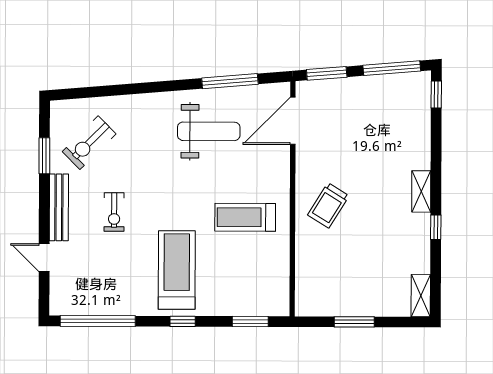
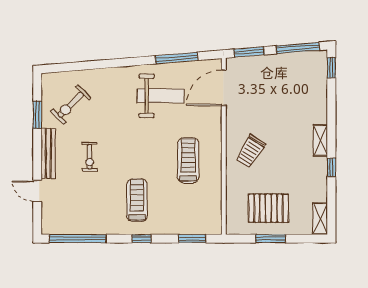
treadmill: (245, 217) -> (188, 160), turned 90
treadmill: (177, 270) -> (137, 200), width x0.73, depth x0.73
pallet: (352, 281) -> (268, 208), added

